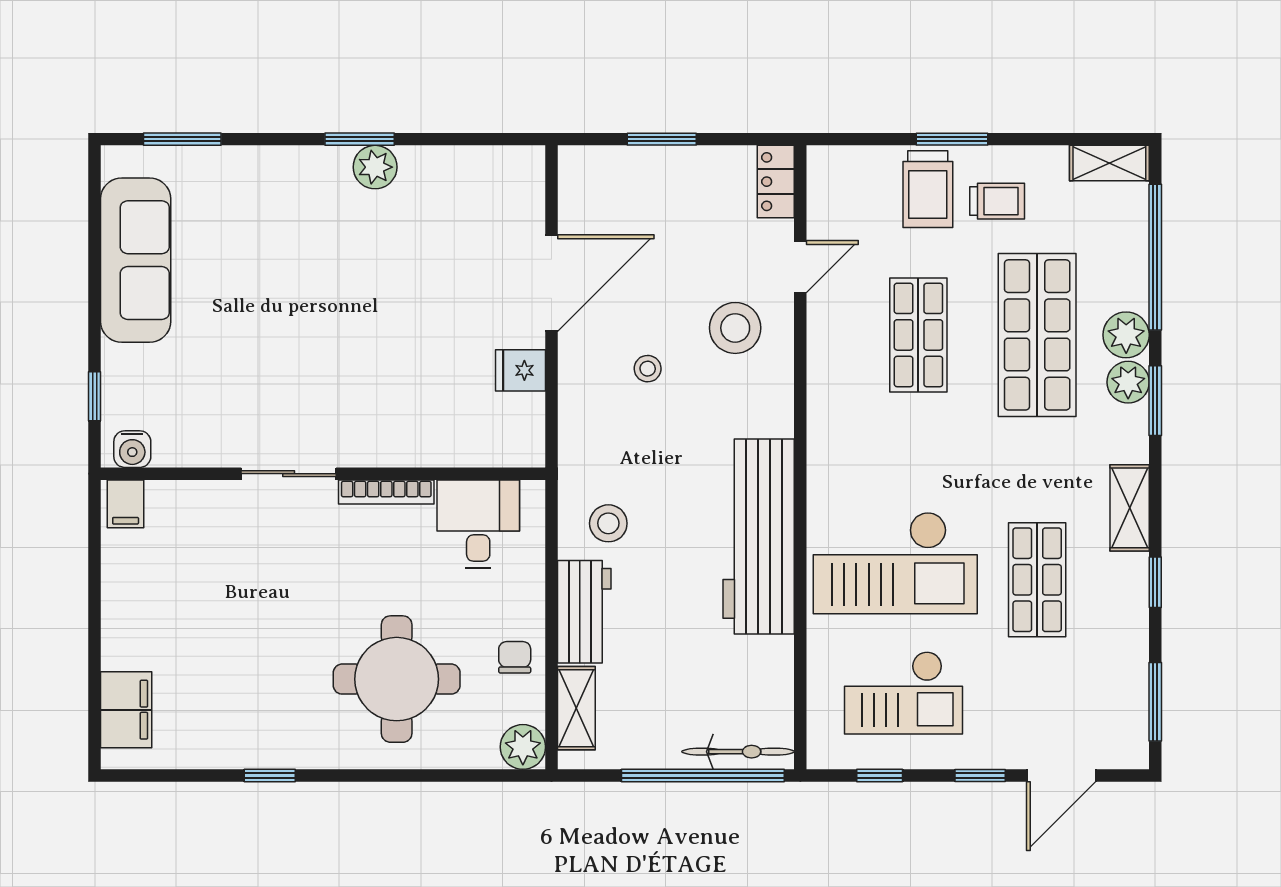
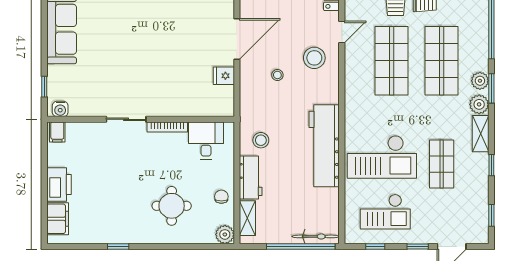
shop shelf: (918, 335) -> (392, 61), width x1.43, depth x1.36
plant: (1126, 335) -> (479, 104), moved
printer: (129, 628) -> (59, 184), added
round table: (397, 679) -> (172, 206), width x0.73, depth x0.73
window: (1155, 702) -> (491, 215), width x0.67

